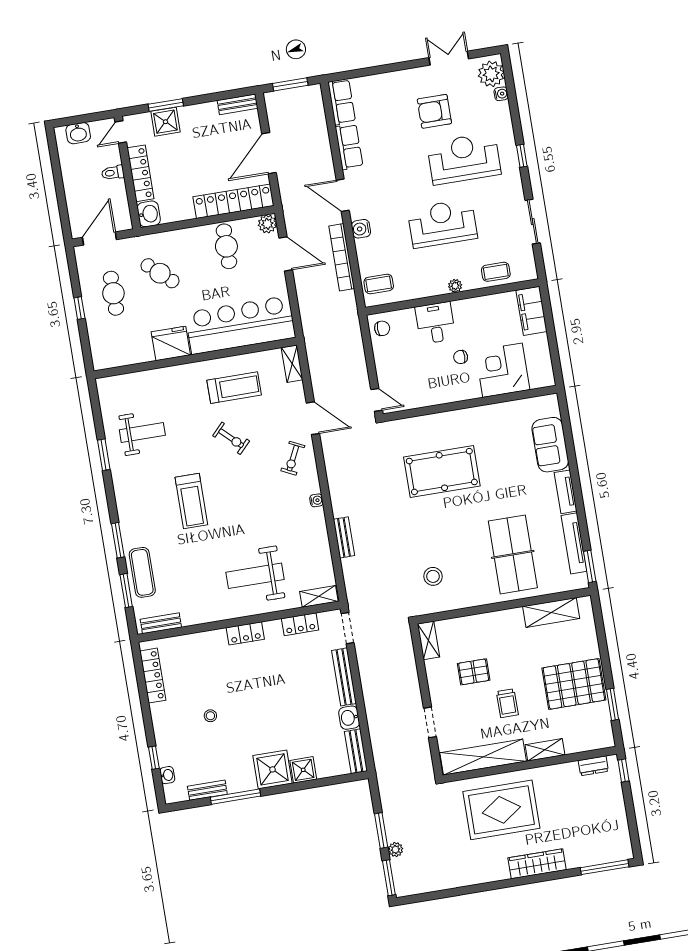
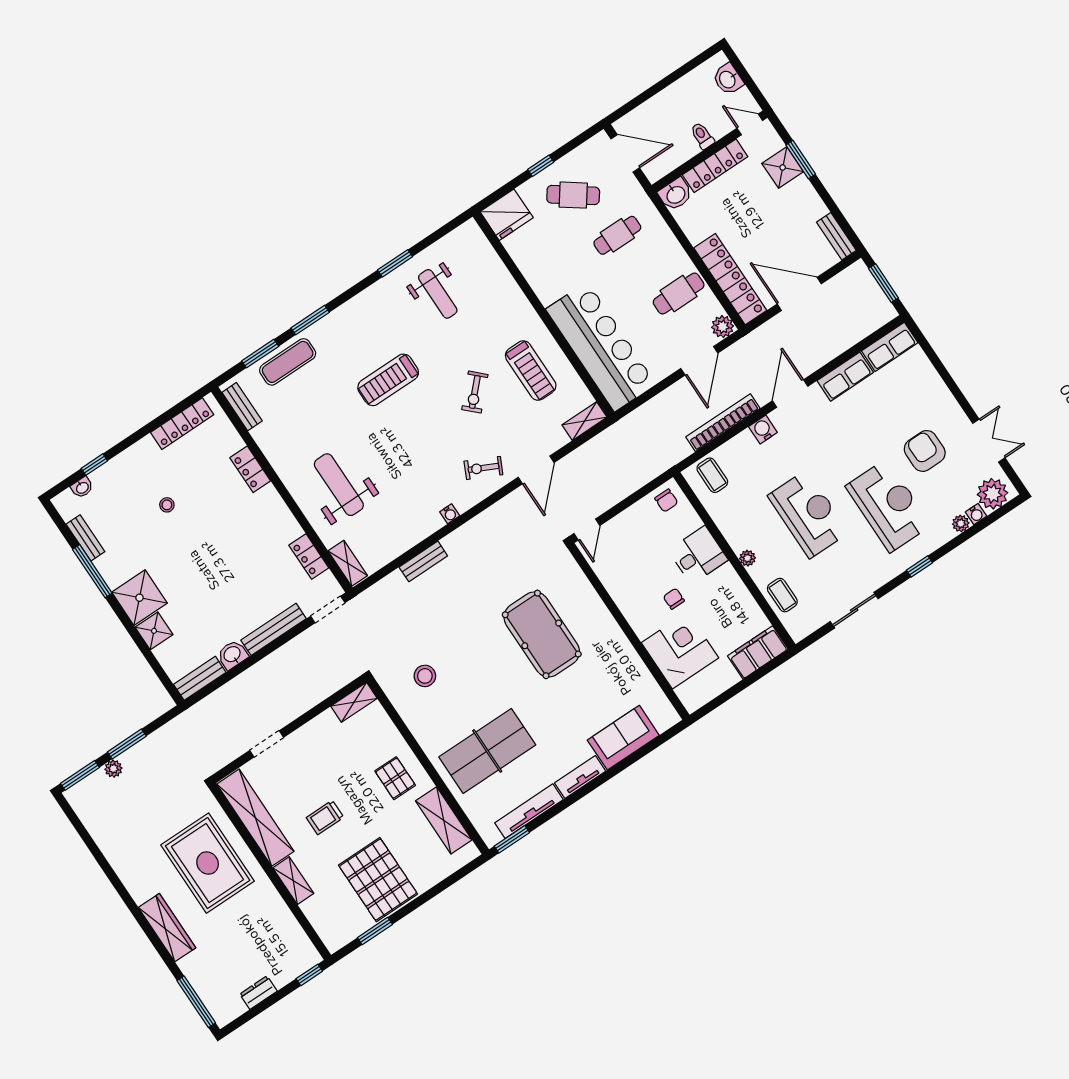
plant: (503, 109) -> (961, 523), added
cafe table: (160, 273) -> (617, 235), turned 48
cafe table: (113, 293) -> (573, 195), turned 36
fridge: (171, 343) -> (507, 215), moved, turned 90
locker: (245, 633) -> (250, 469), moved
pallet: (474, 672) -> (395, 778), moved
dresser: (593, 766) -> (258, 993), moved, turned 90

